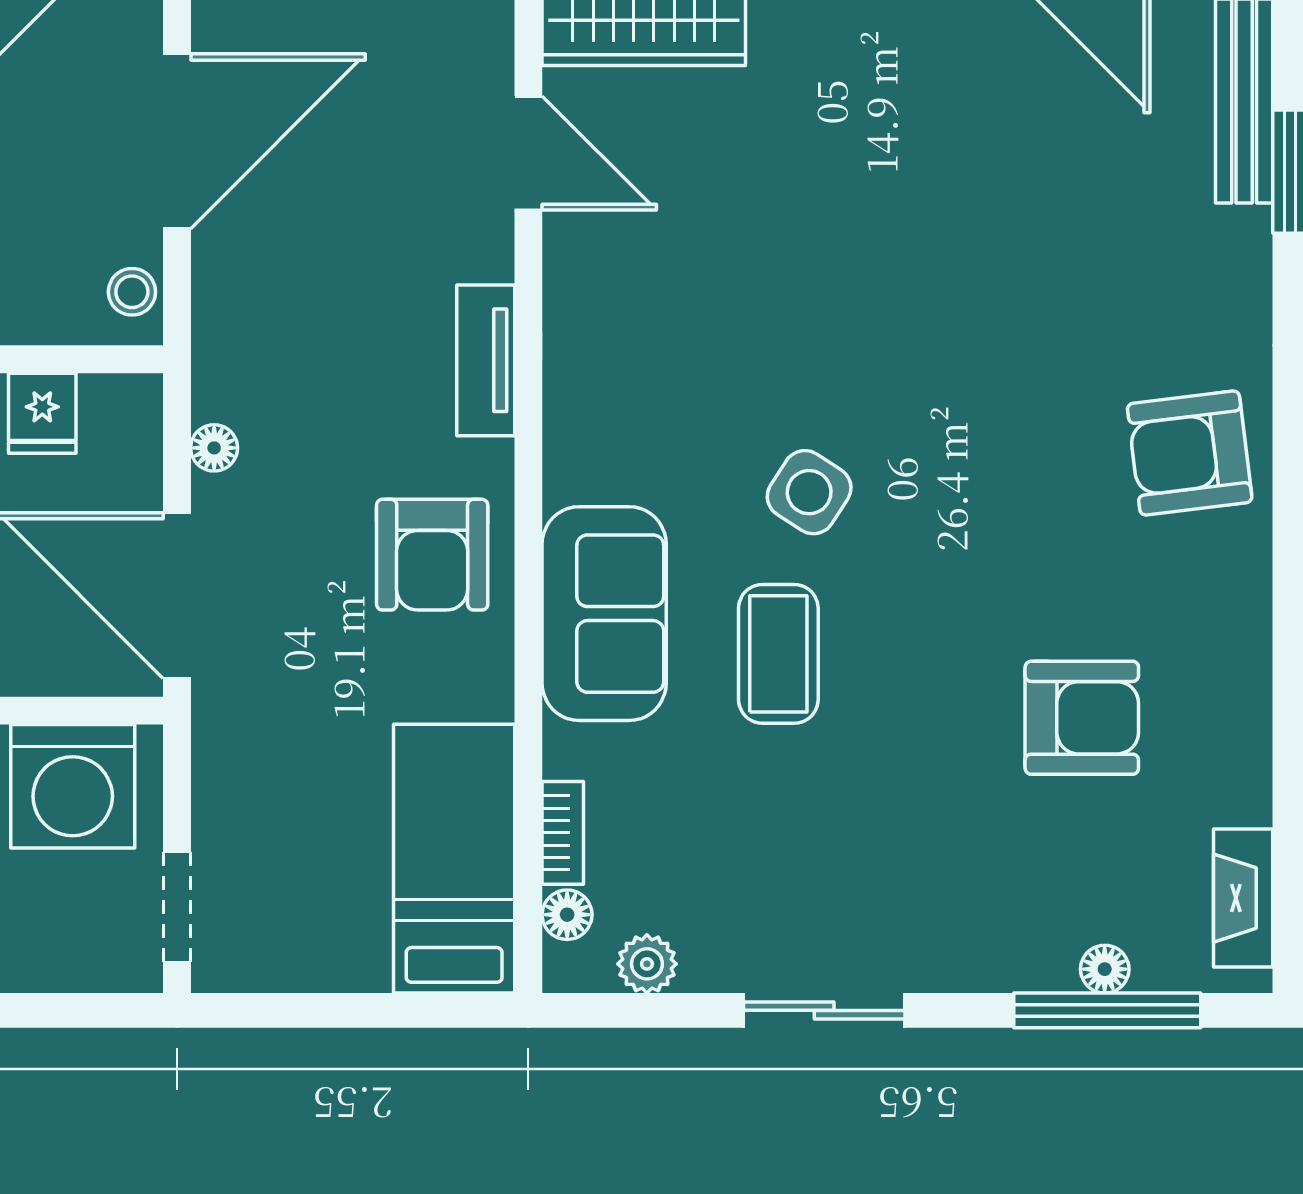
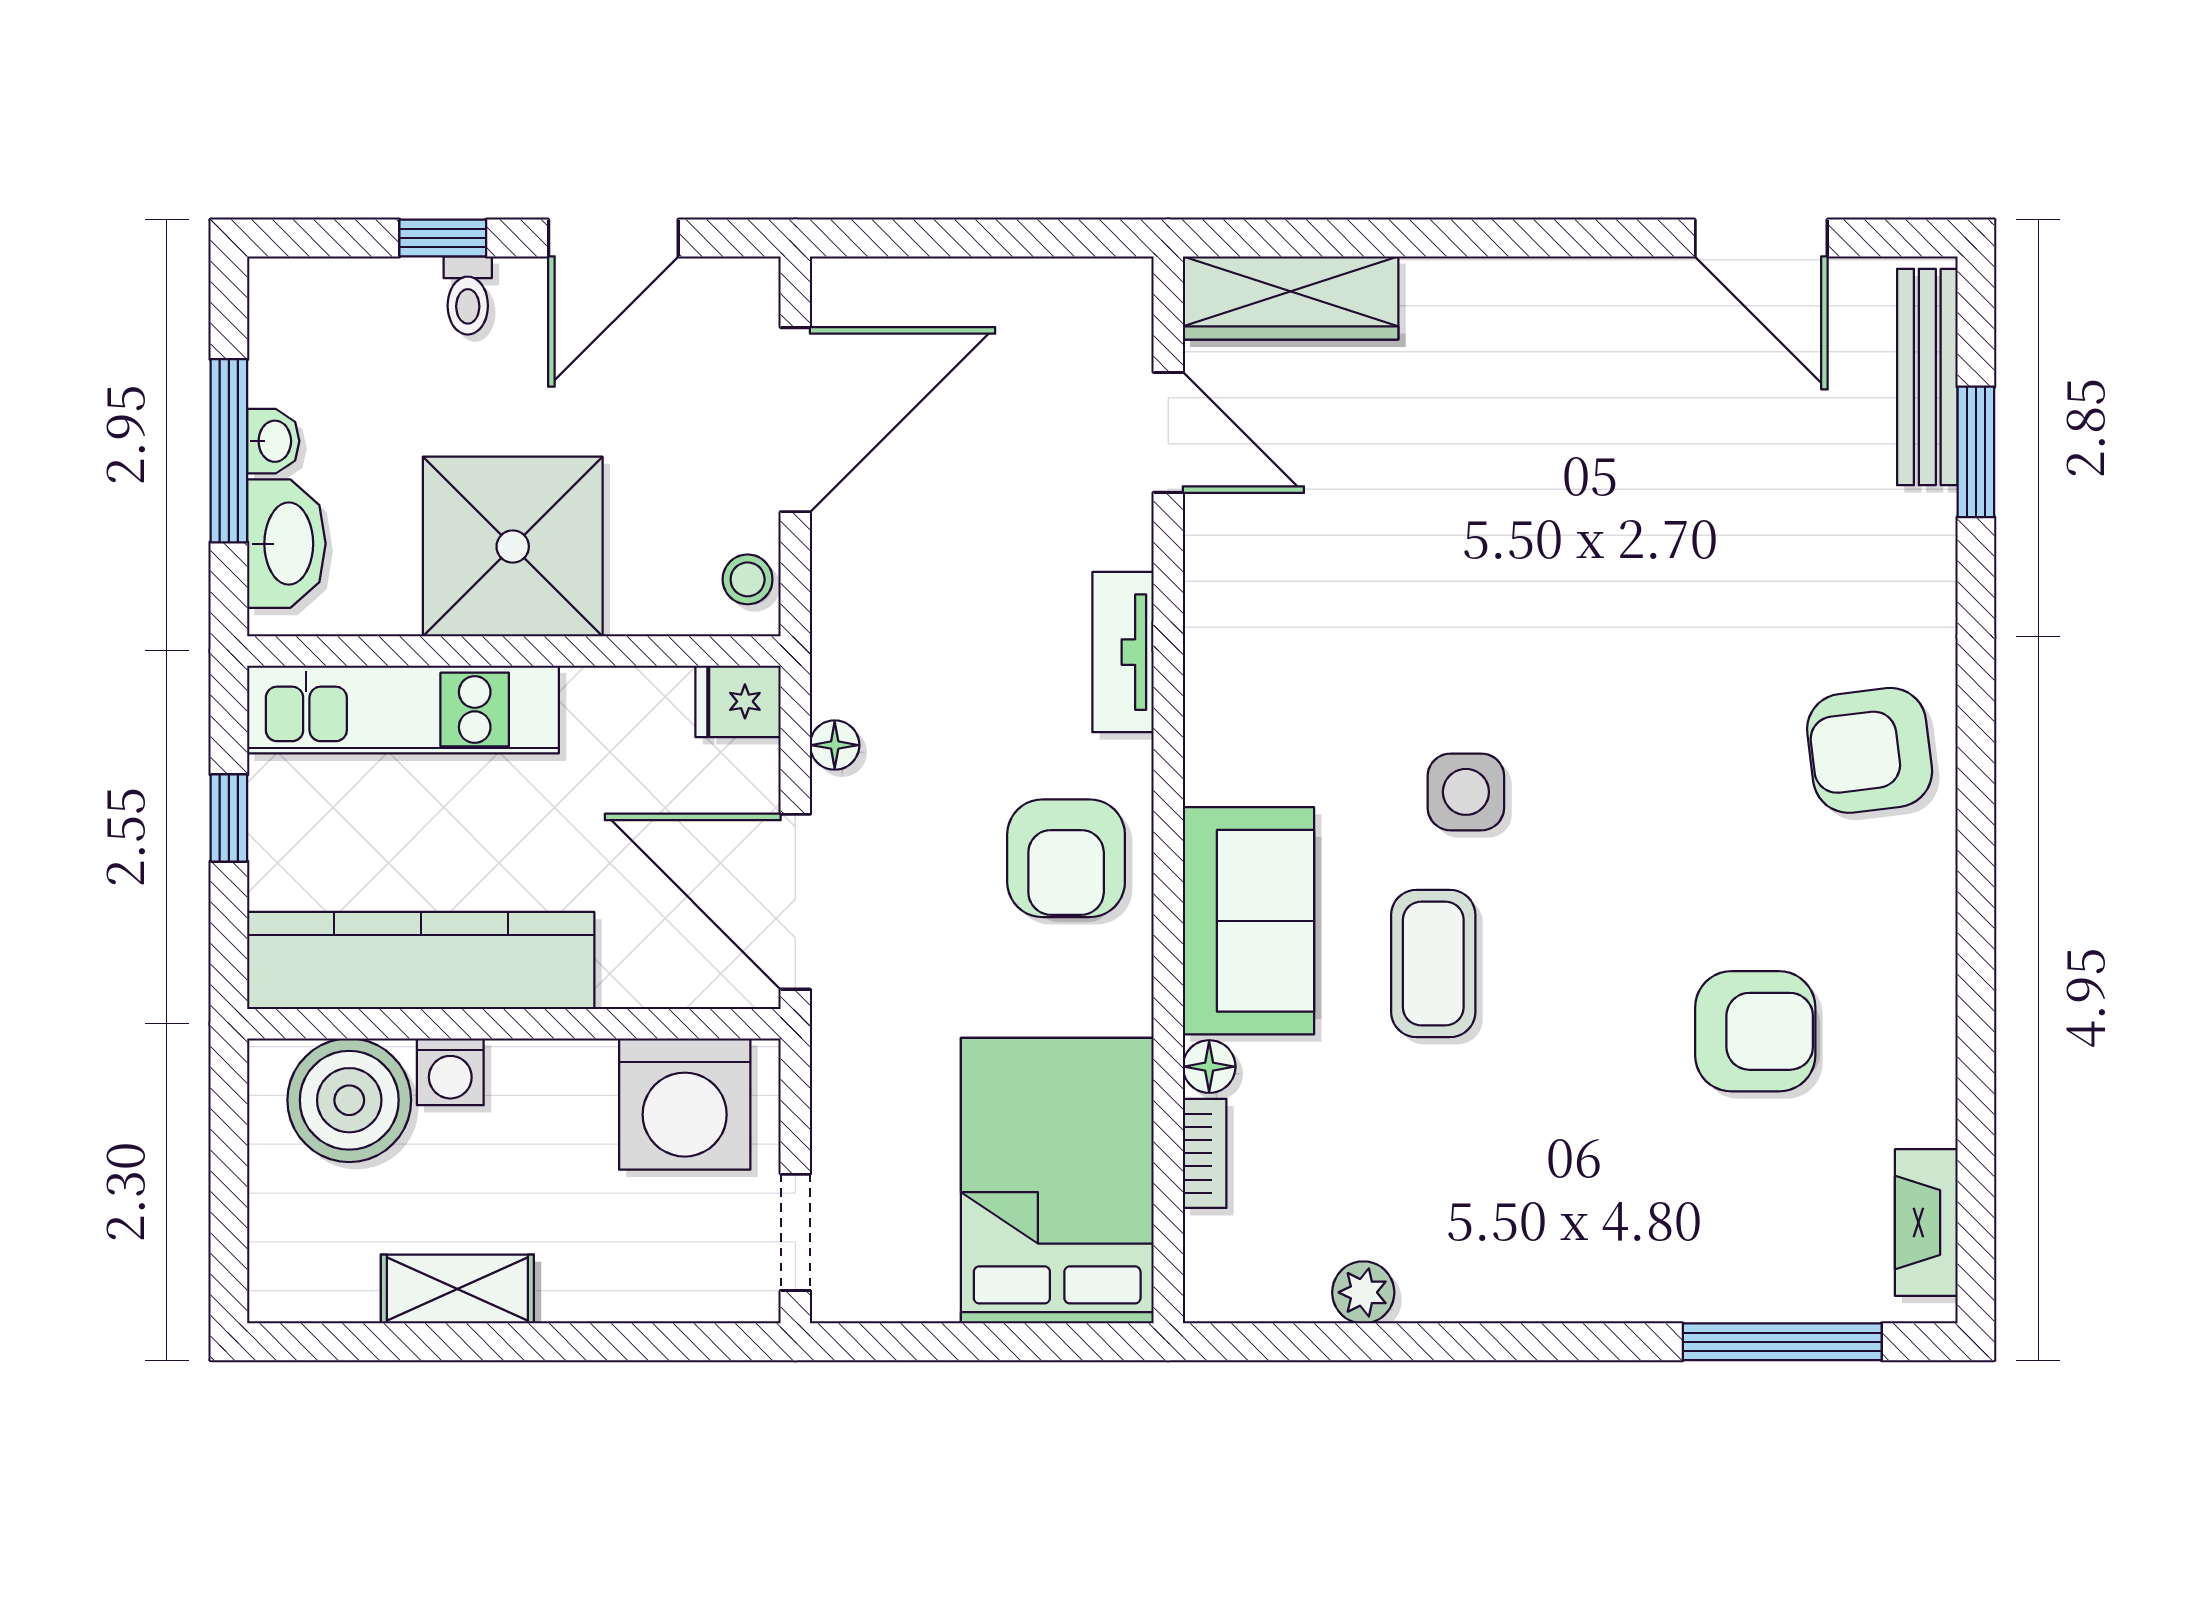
fridge: (42, 413) -> (738, 701), moved, turned 90
side table: (809, 492) -> (1466, 792), turned -33
bed: (454, 859) -> (1057, 1181), width x1.50
floor lamp: (567, 915) -> (1209, 1067), moved
plant: (647, 964) -> (1363, 1292), moved
floor lamp: (1105, 969) -> (1780, 1298), removed
sliding door: (824, 1010) -> (1482, 1342), removed

